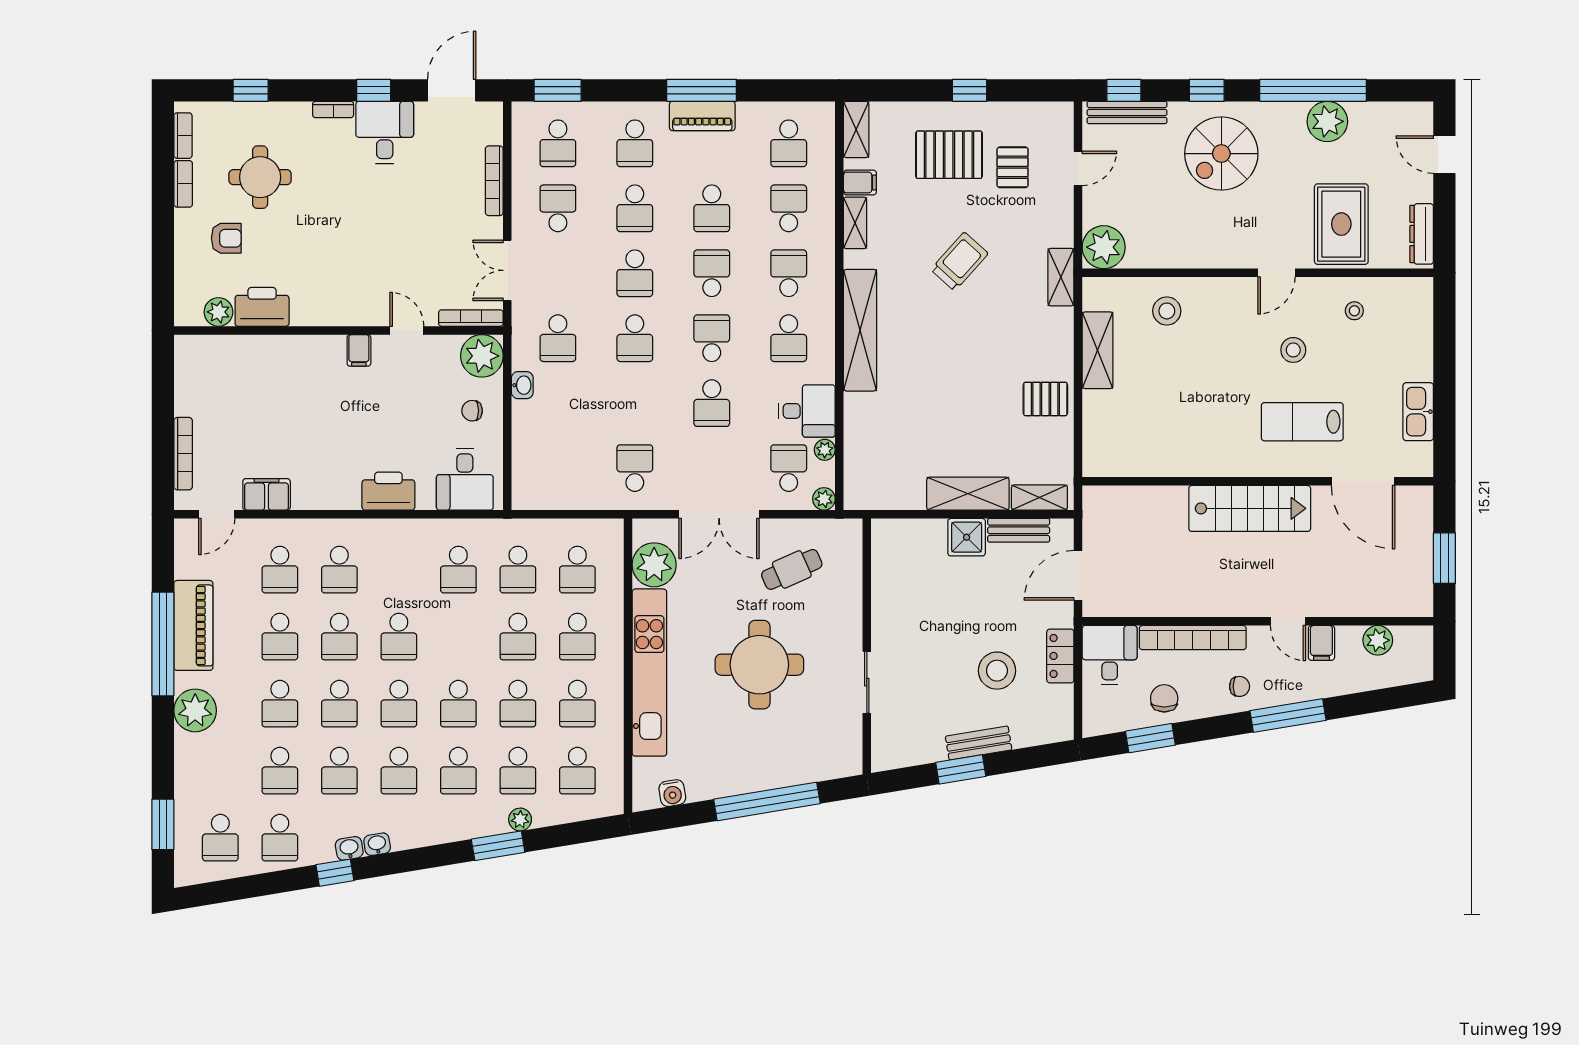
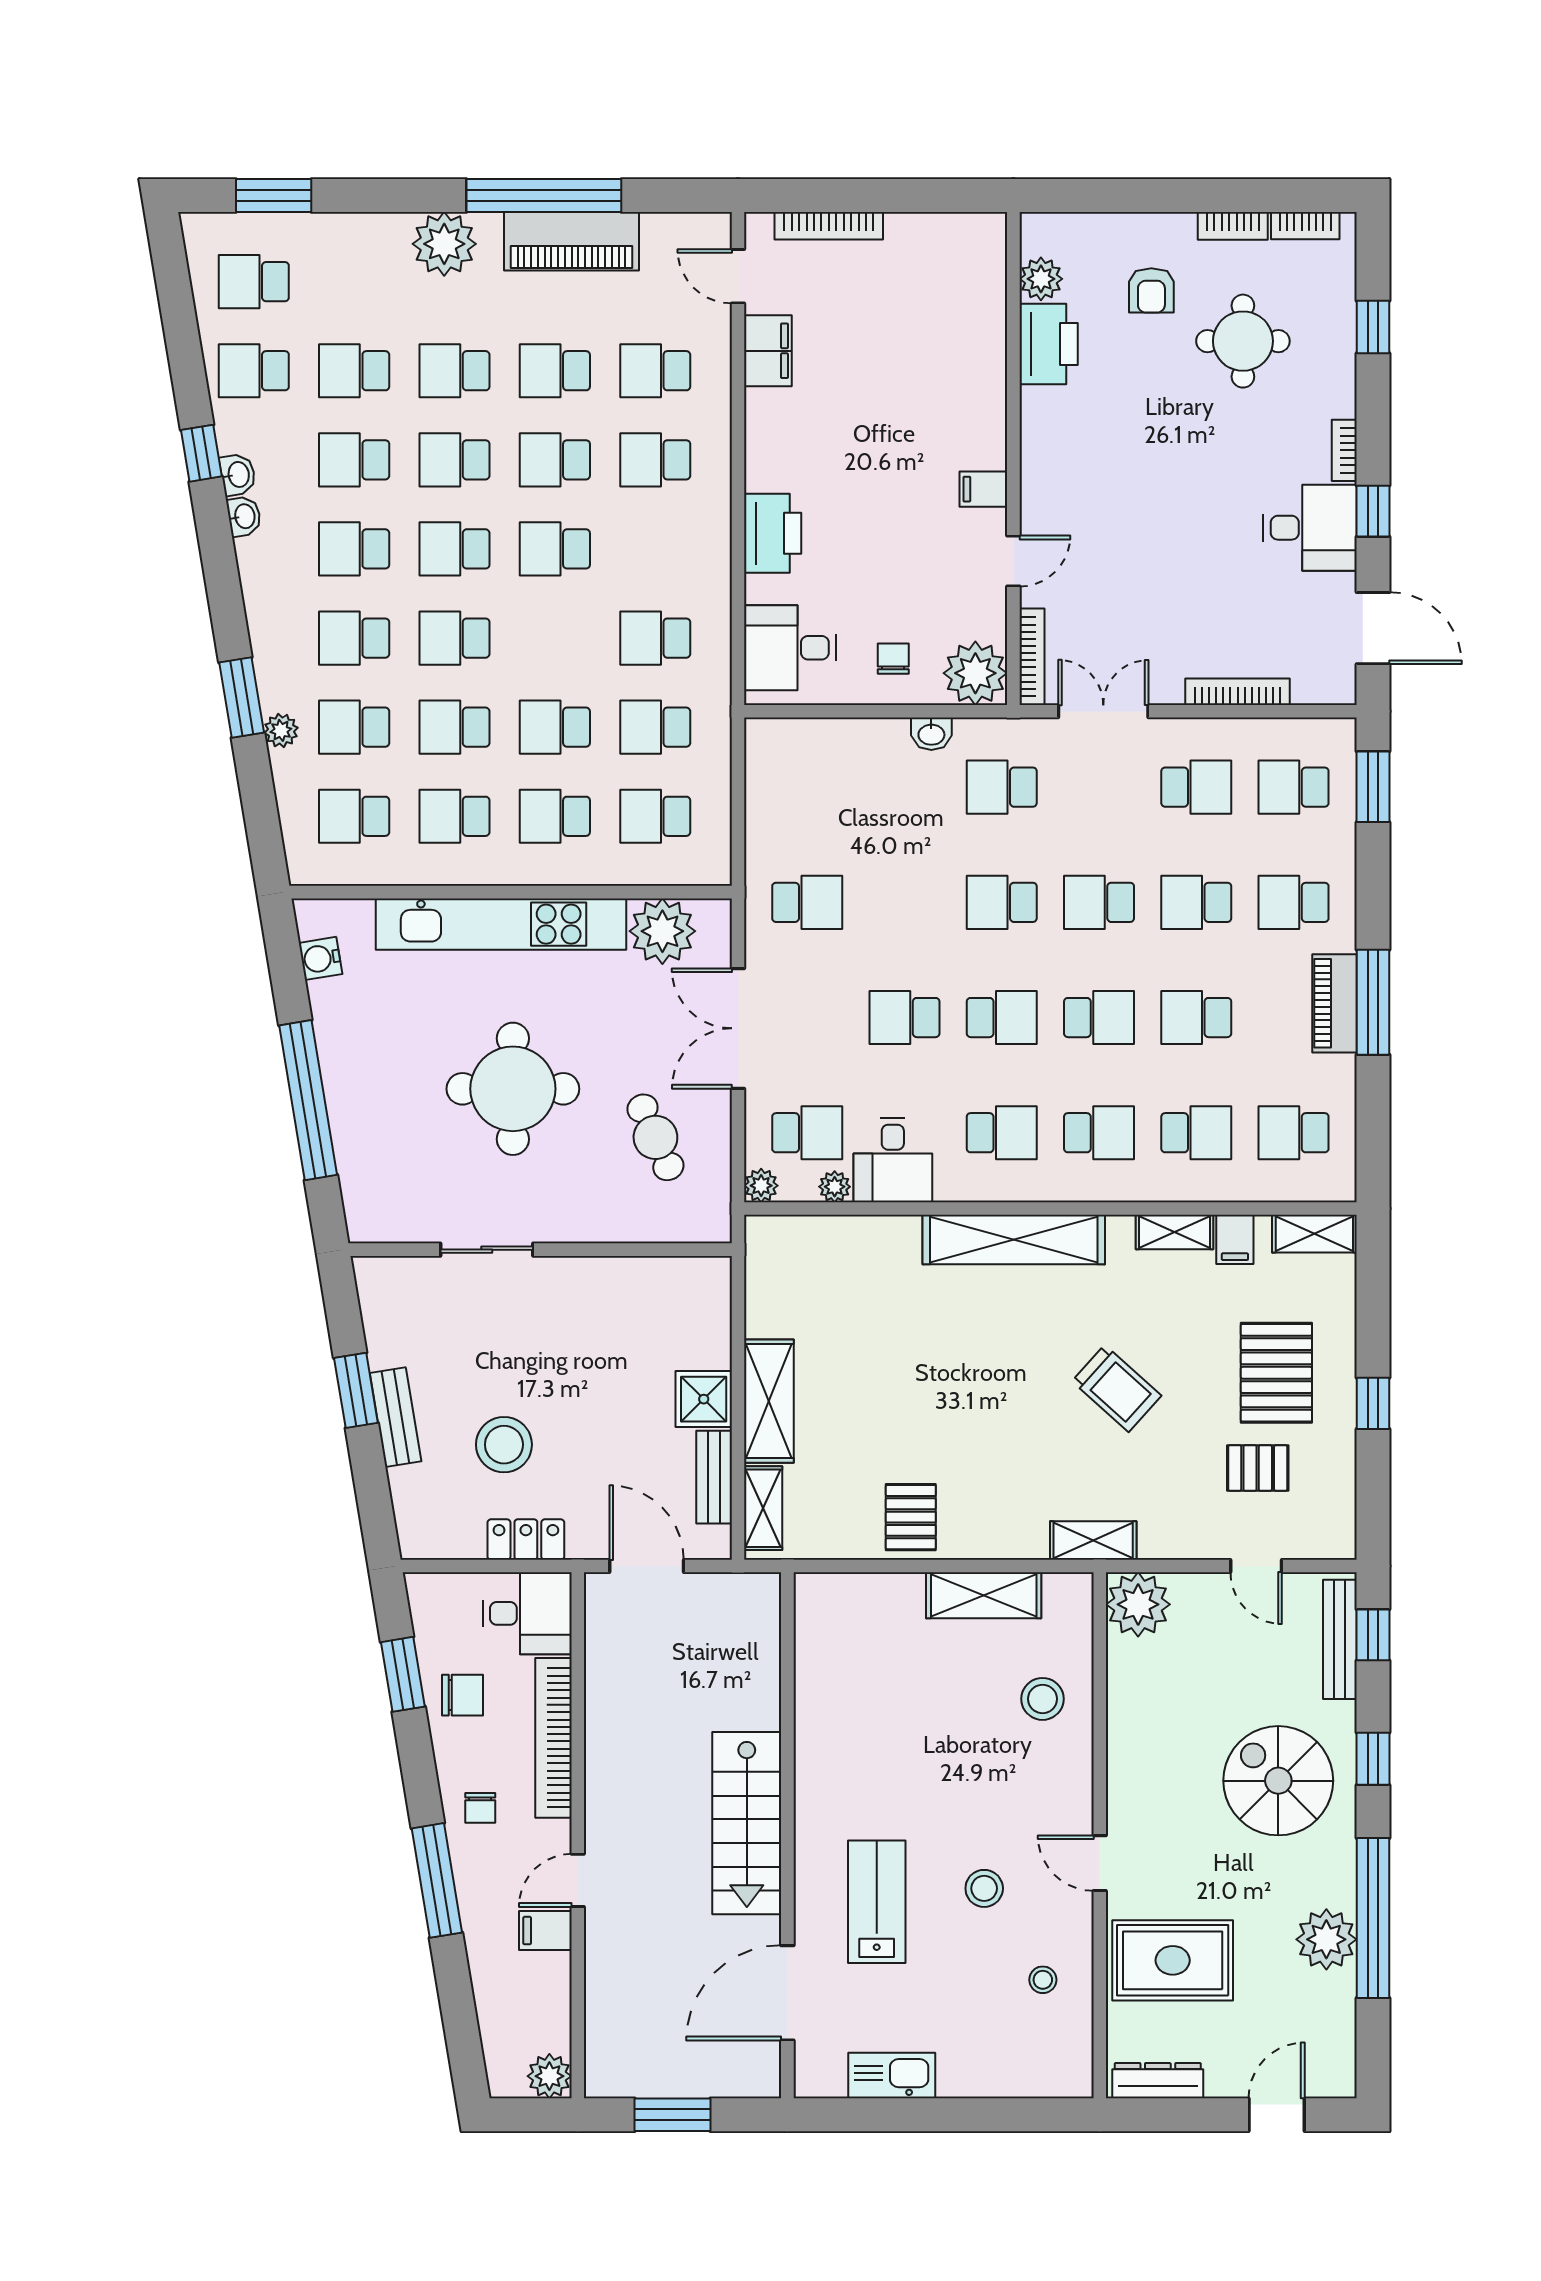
school desk: (789, 338) -> (1002, 1133), turned 180
plant: (1378, 640) -> (549, 2076), moved

